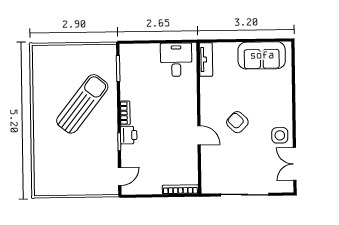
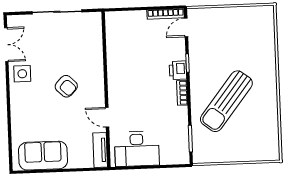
desk: (176, 60) -> (137, 149), width x1.37
door: (199, 135) -> (107, 117), moved
bookcase: (180, 189) -> (166, 14), moved

